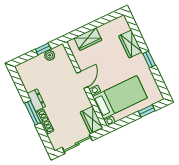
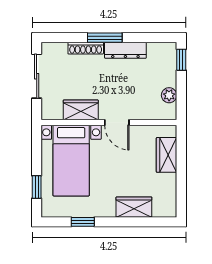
window: (43, 49) -> (181, 60), moved
window: (149, 59) -> (83, 222), moved
dresser: (36, 100) -> (125, 50), width x1.44
wardrobe: (92, 120) -> (81, 110), moved

